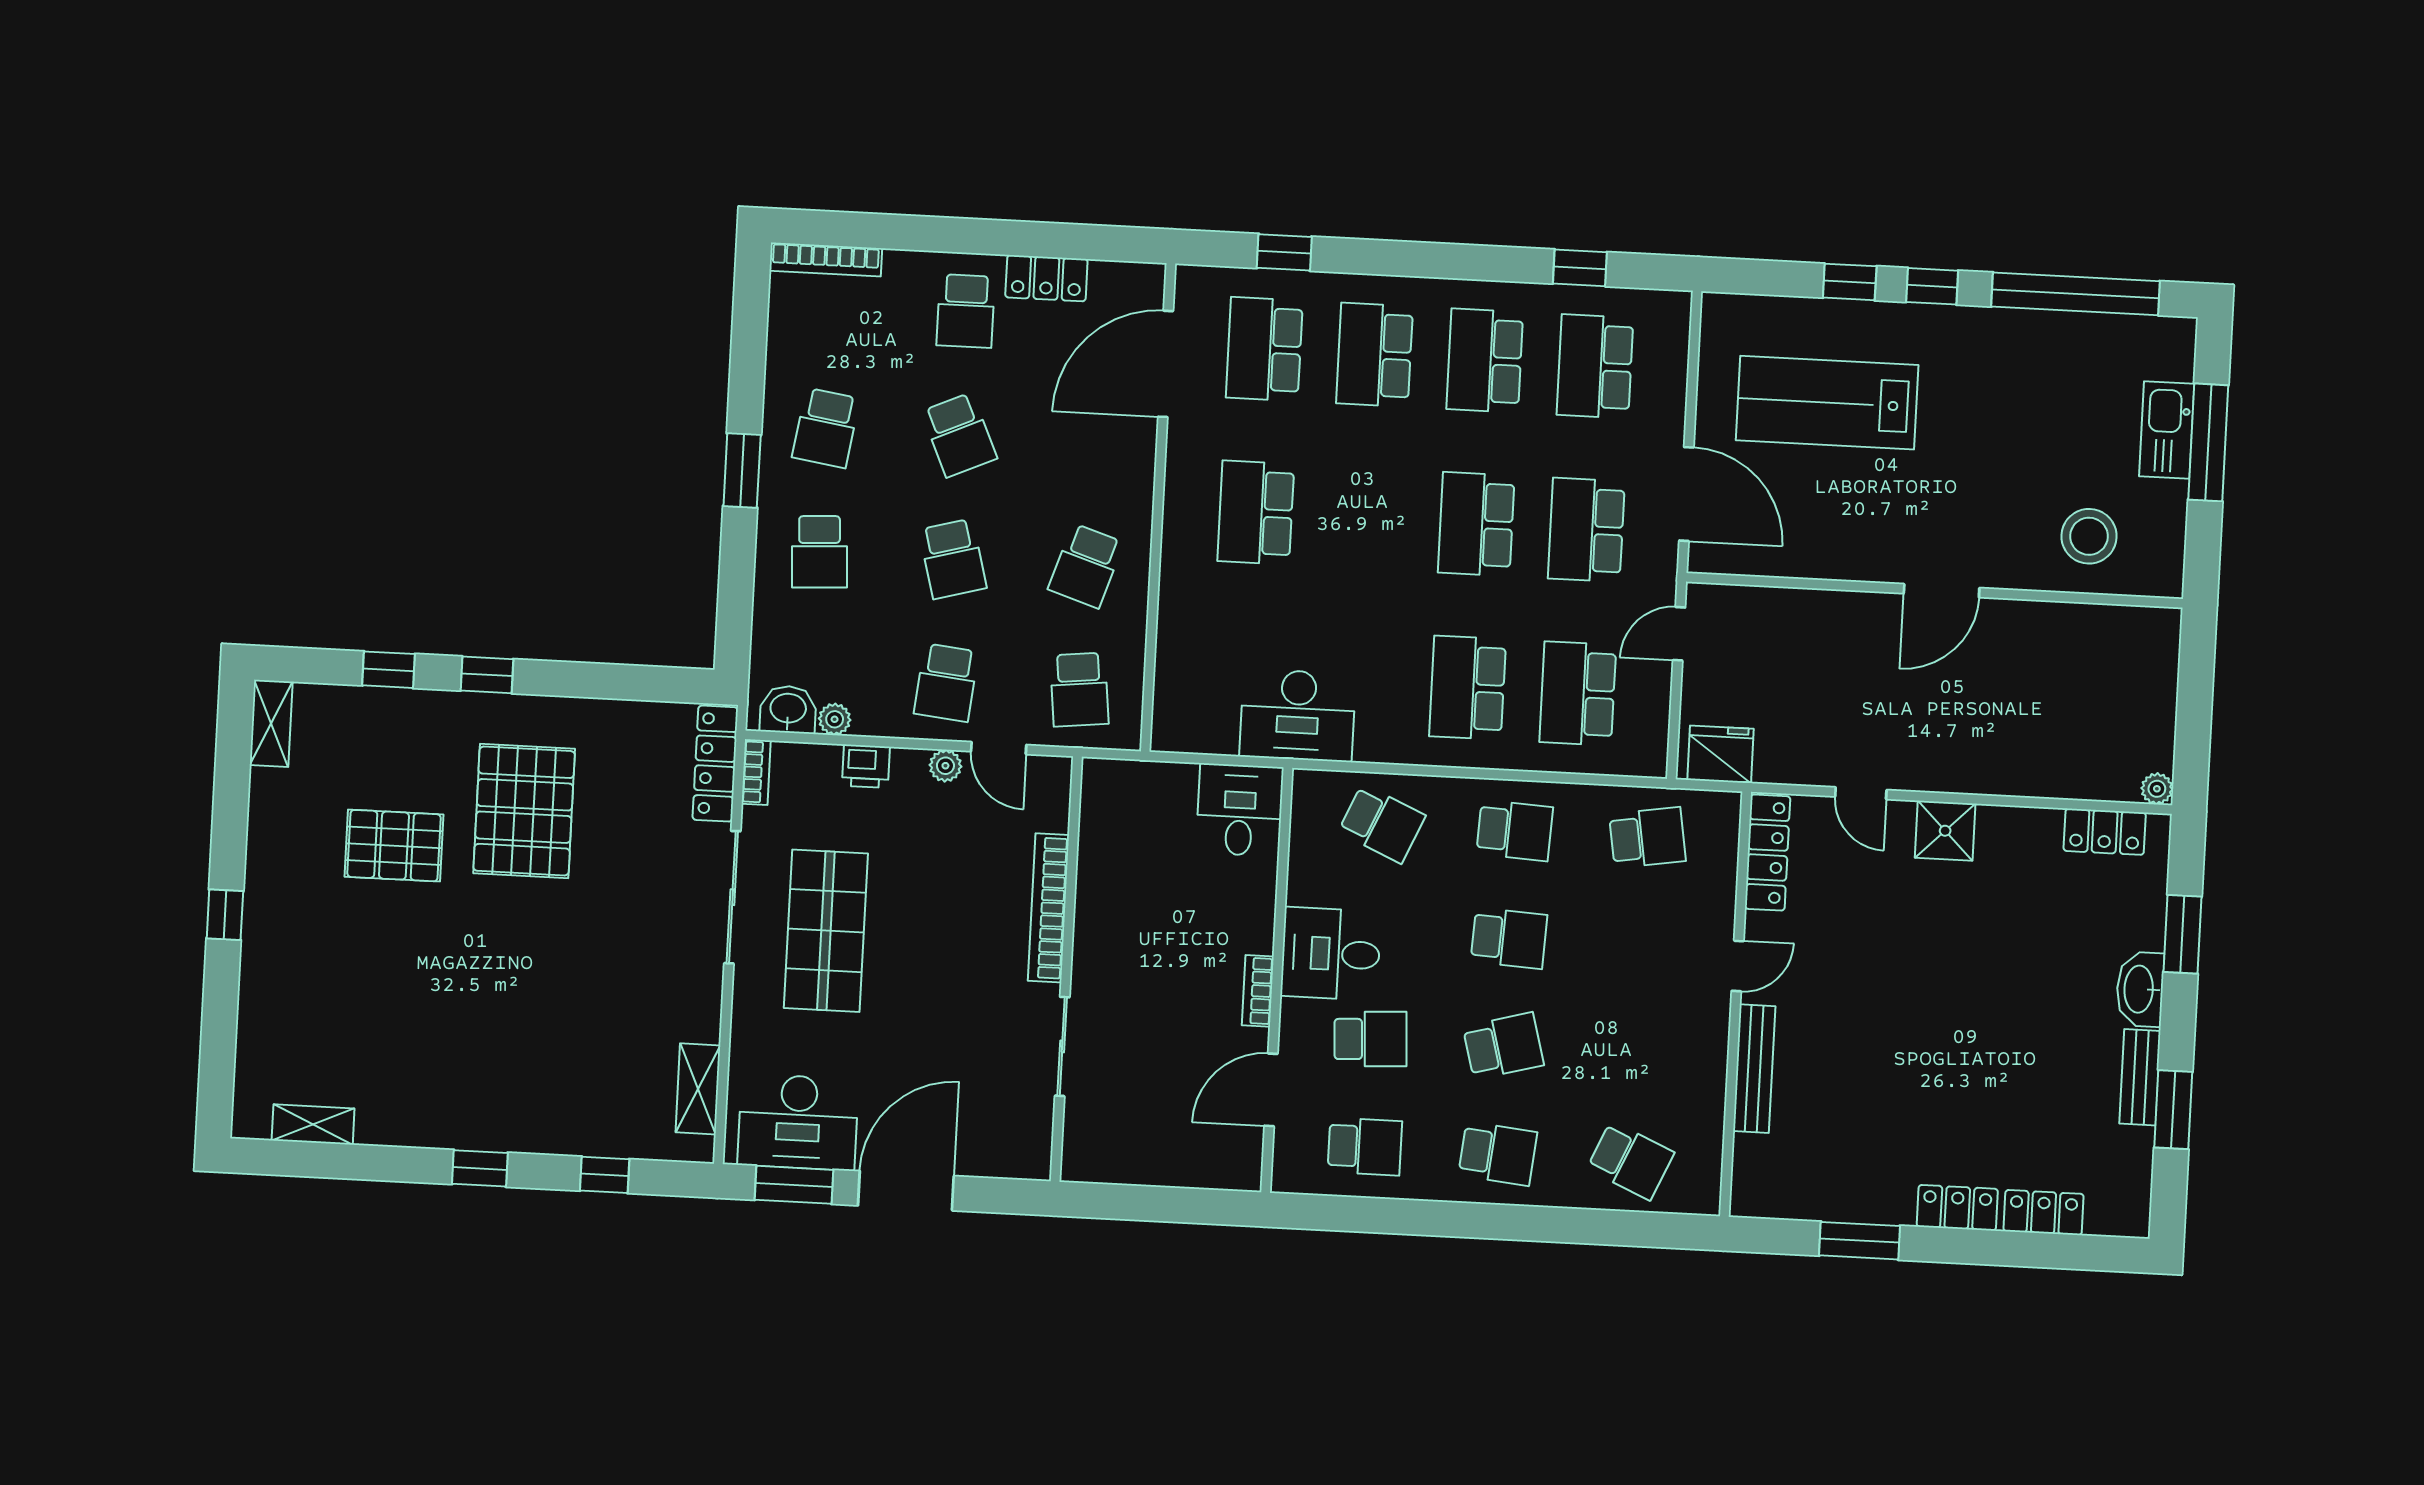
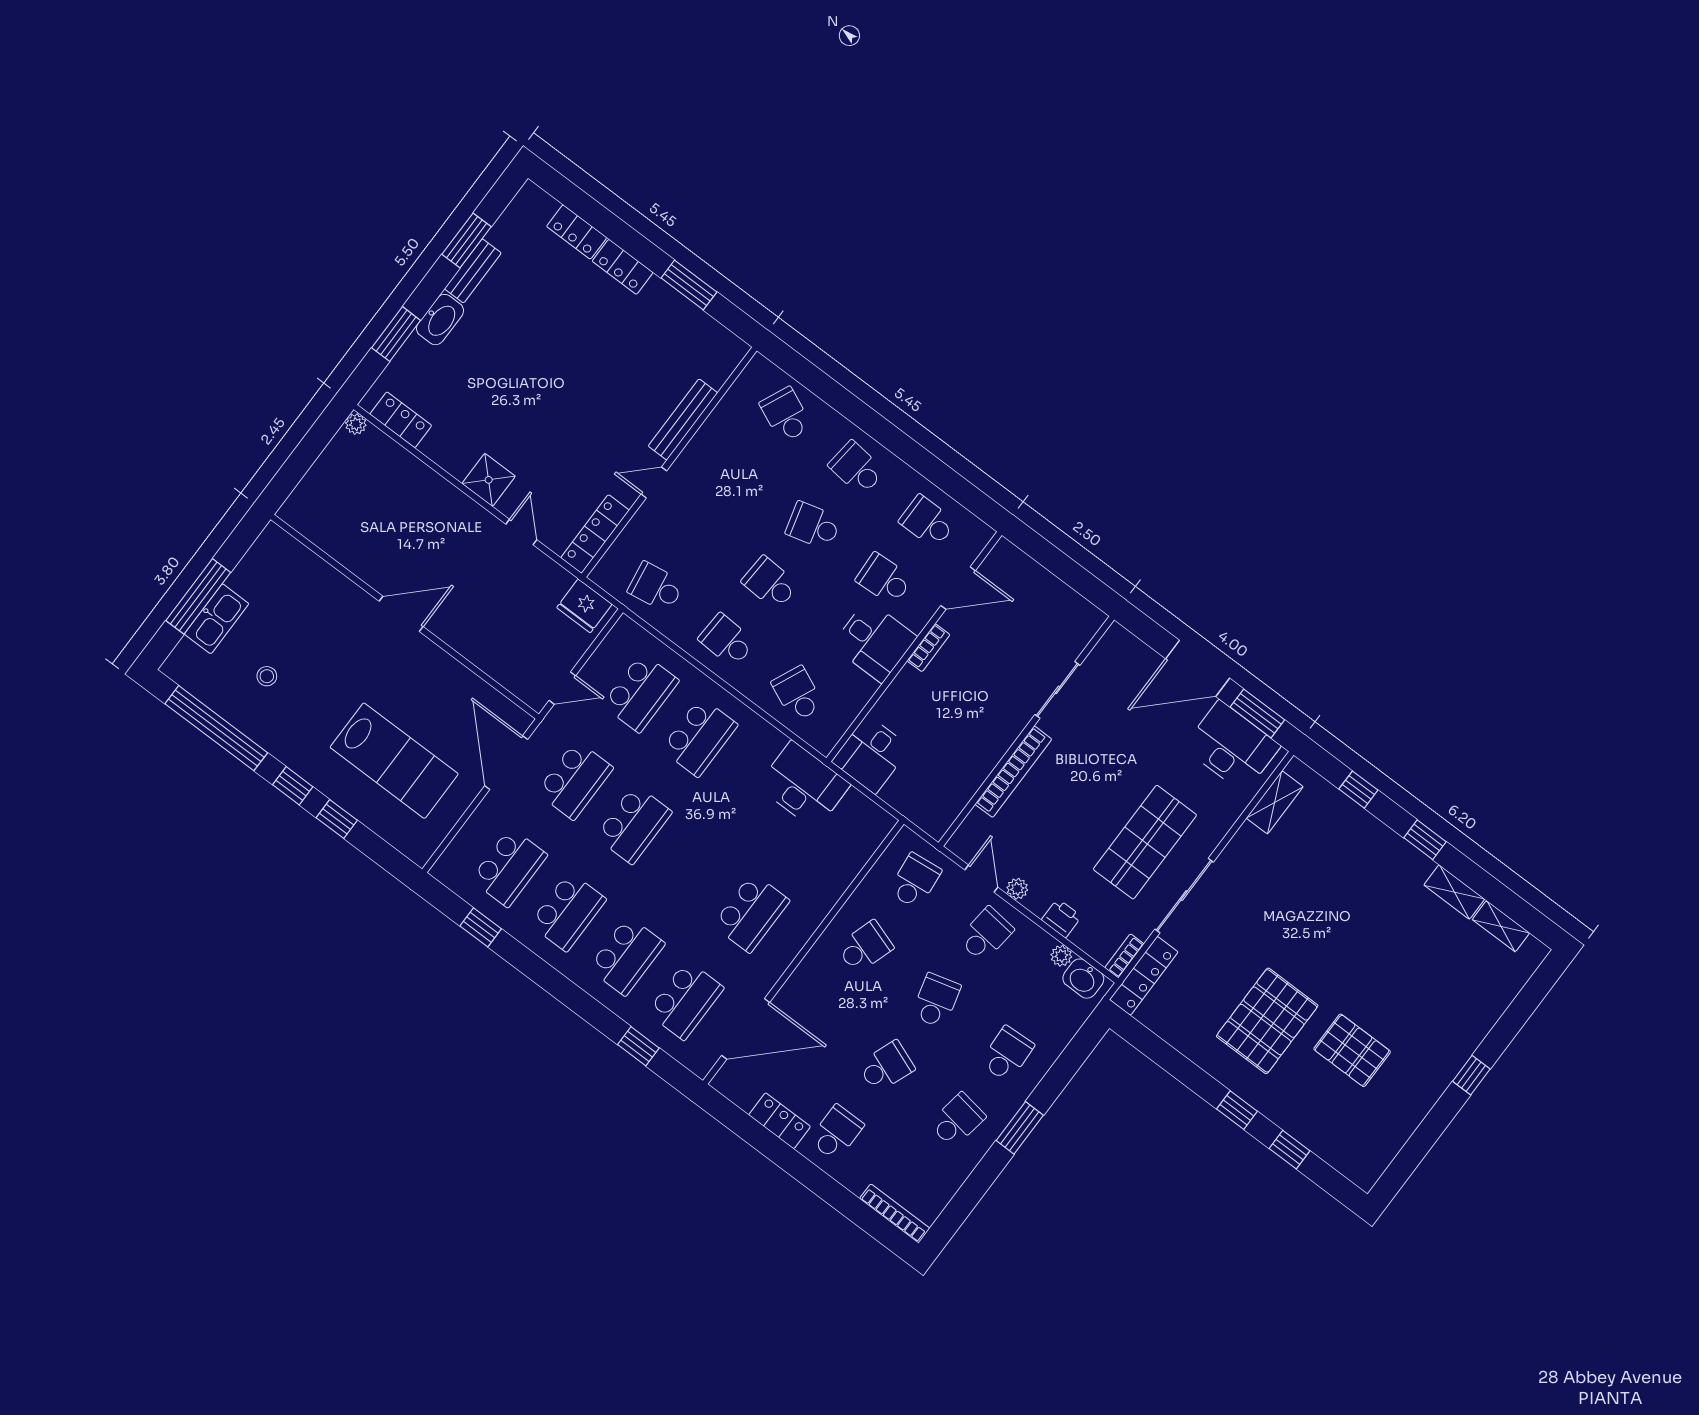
school desk: (959, 435) -> (886, 1067), turned 45
stool: (2089, 536) -> (267, 676), moved, width x0.53, depth x0.53
shelving: (271, 723) -> (1454, 892), moved, turned 90

